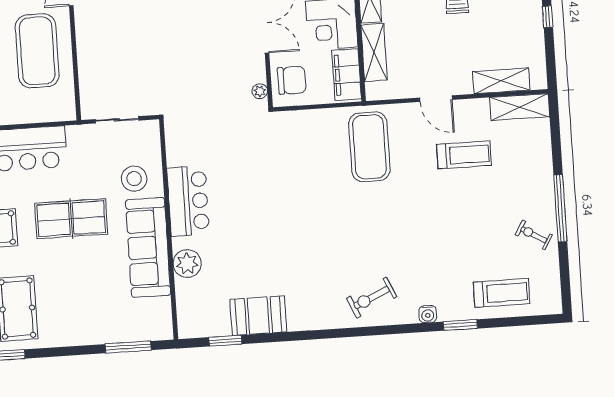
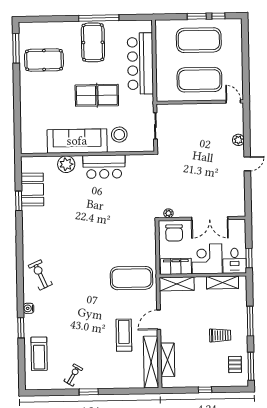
shelving: (374, 52) -> (177, 284), moved
shelving: (520, 107) -> (151, 362), width x1.47
treadmill: (464, 155) -> (124, 335), turned 180
window: (560, 208) -> (89, 392), width x0.47
table tennis table: (71, 219) -> (97, 95), turned 90
booth: (258, 316) -> (32, 189), moved
window: (225, 341) -> (19, 201), moved
window: (128, 347) -> (17, 126), removed

